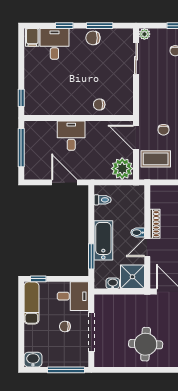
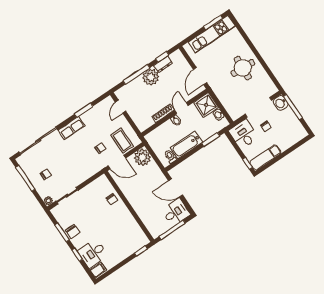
desk: (71, 136) -> (176, 212), moved, turned 180
door: (136, 138) -> (117, 162), hinge flipped
door: (64, 182) -> (176, 188), hinge flipped
bathtub: (103, 240) -> (186, 145), moved
door: (147, 248) -> (181, 108), swing flipped
washbasin: (33, 360) -> (281, 103), moved

